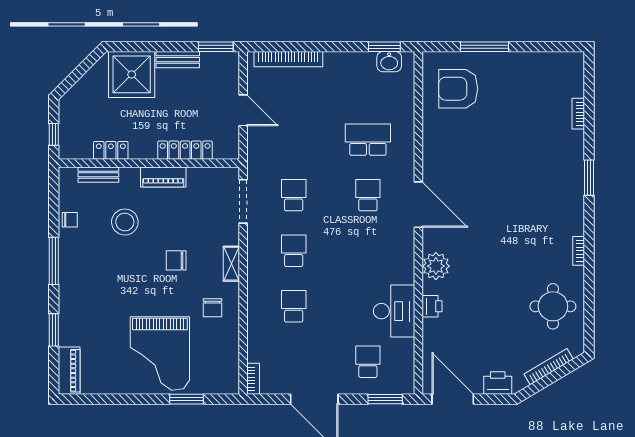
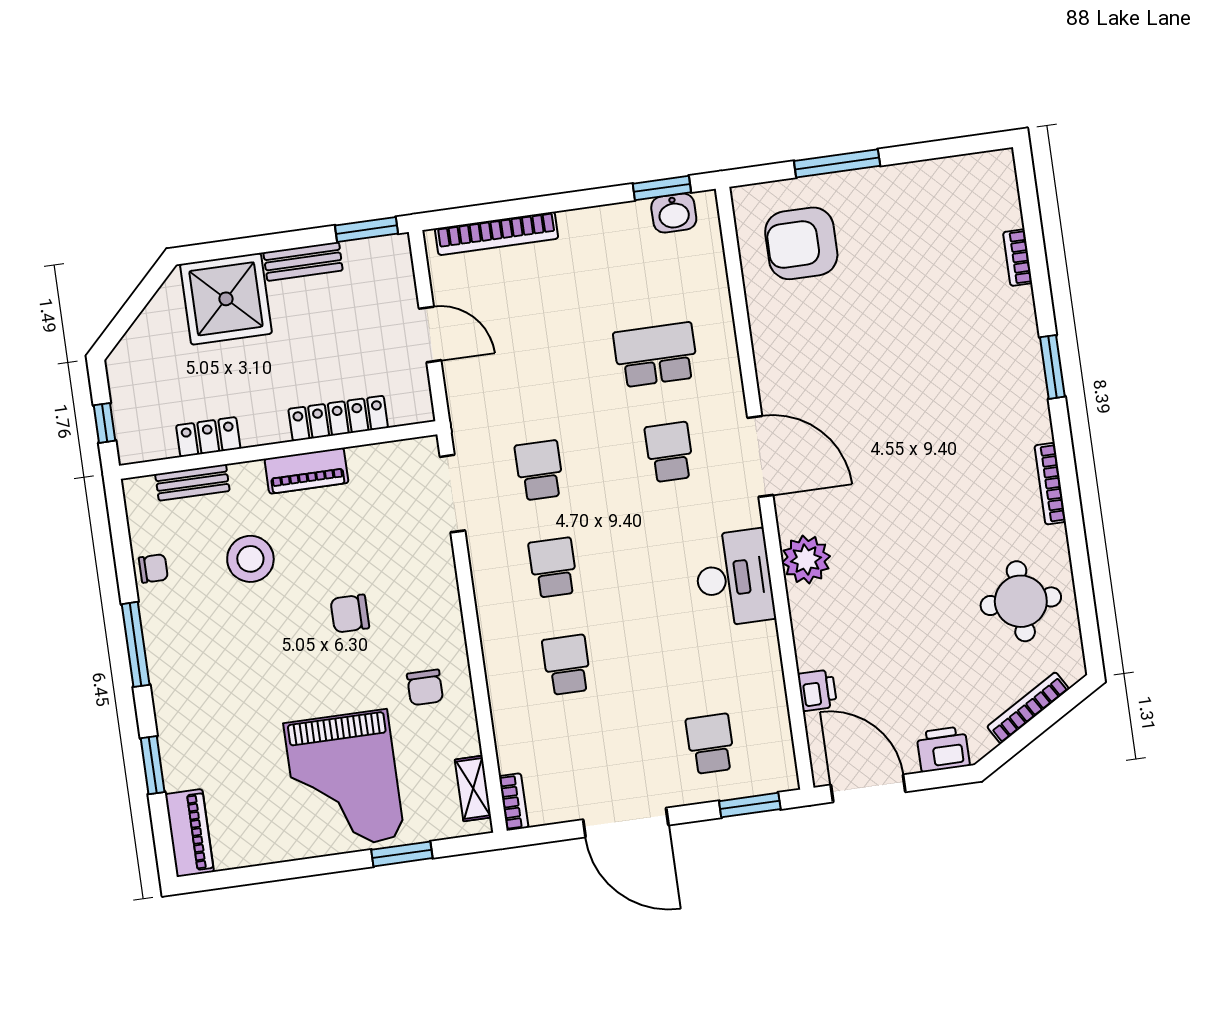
bookcase: (579, 251) -> (1050, 484), width x1.56
shelving: (231, 264) -> (473, 788), moved
printer: (432, 306) -> (817, 690), moved
desk: (394, 311) -> (734, 578), moved

